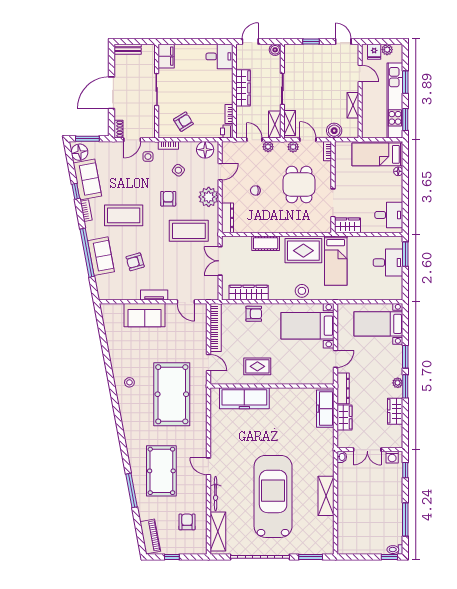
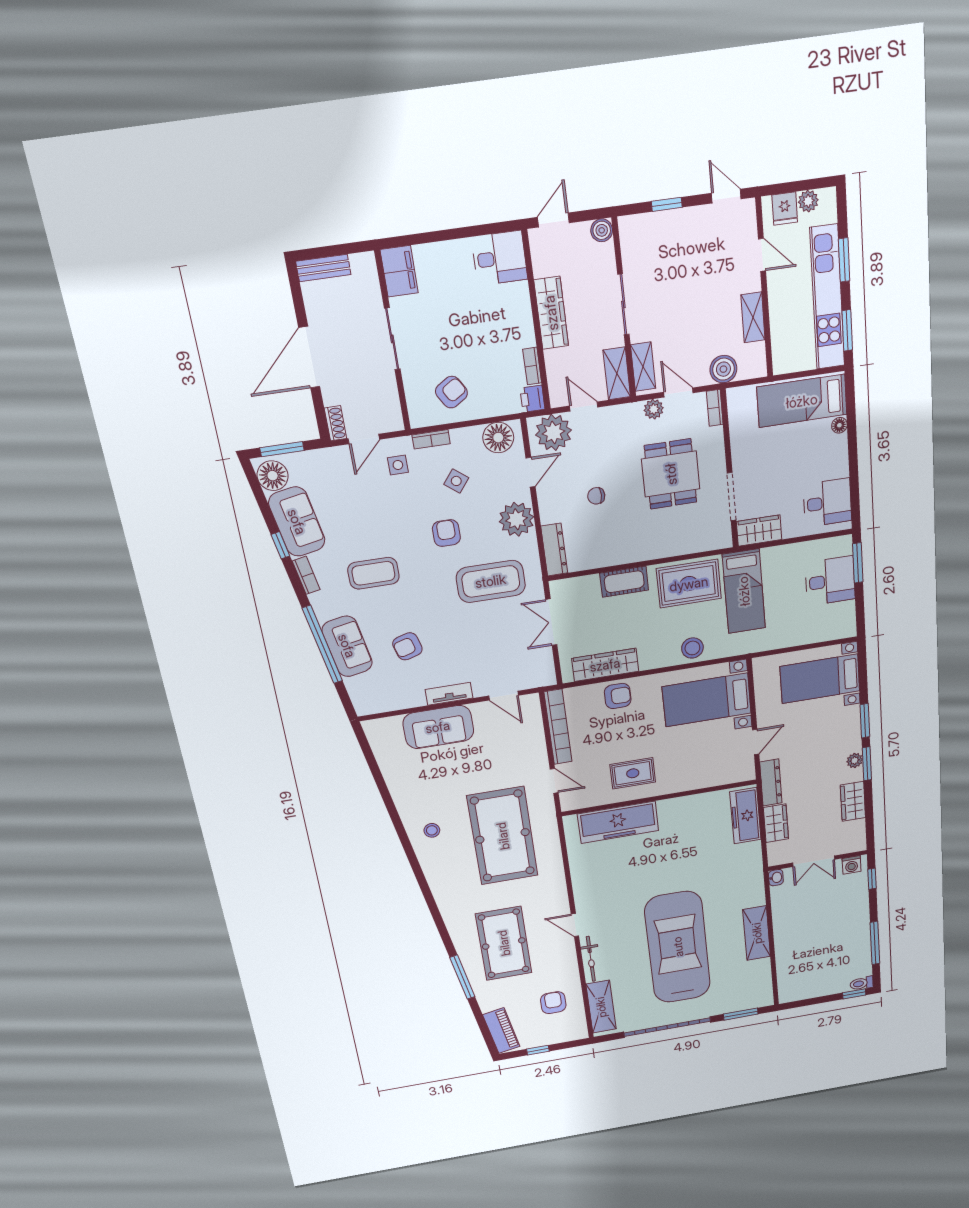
plant: (268, 147) -> (553, 433), moved, width x1.88, depth x1.88
coffee table: (124, 215) -> (373, 573), width x0.73, depth x0.76

